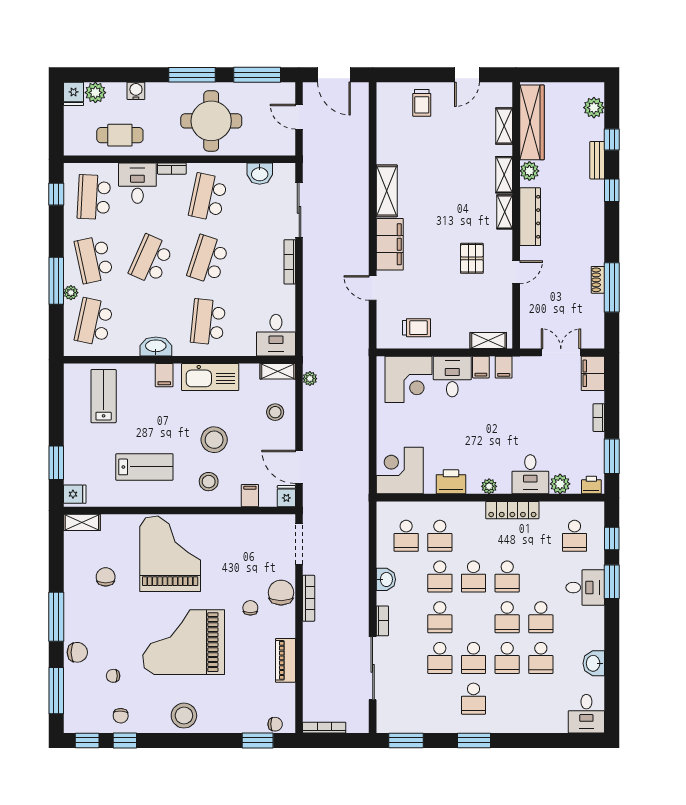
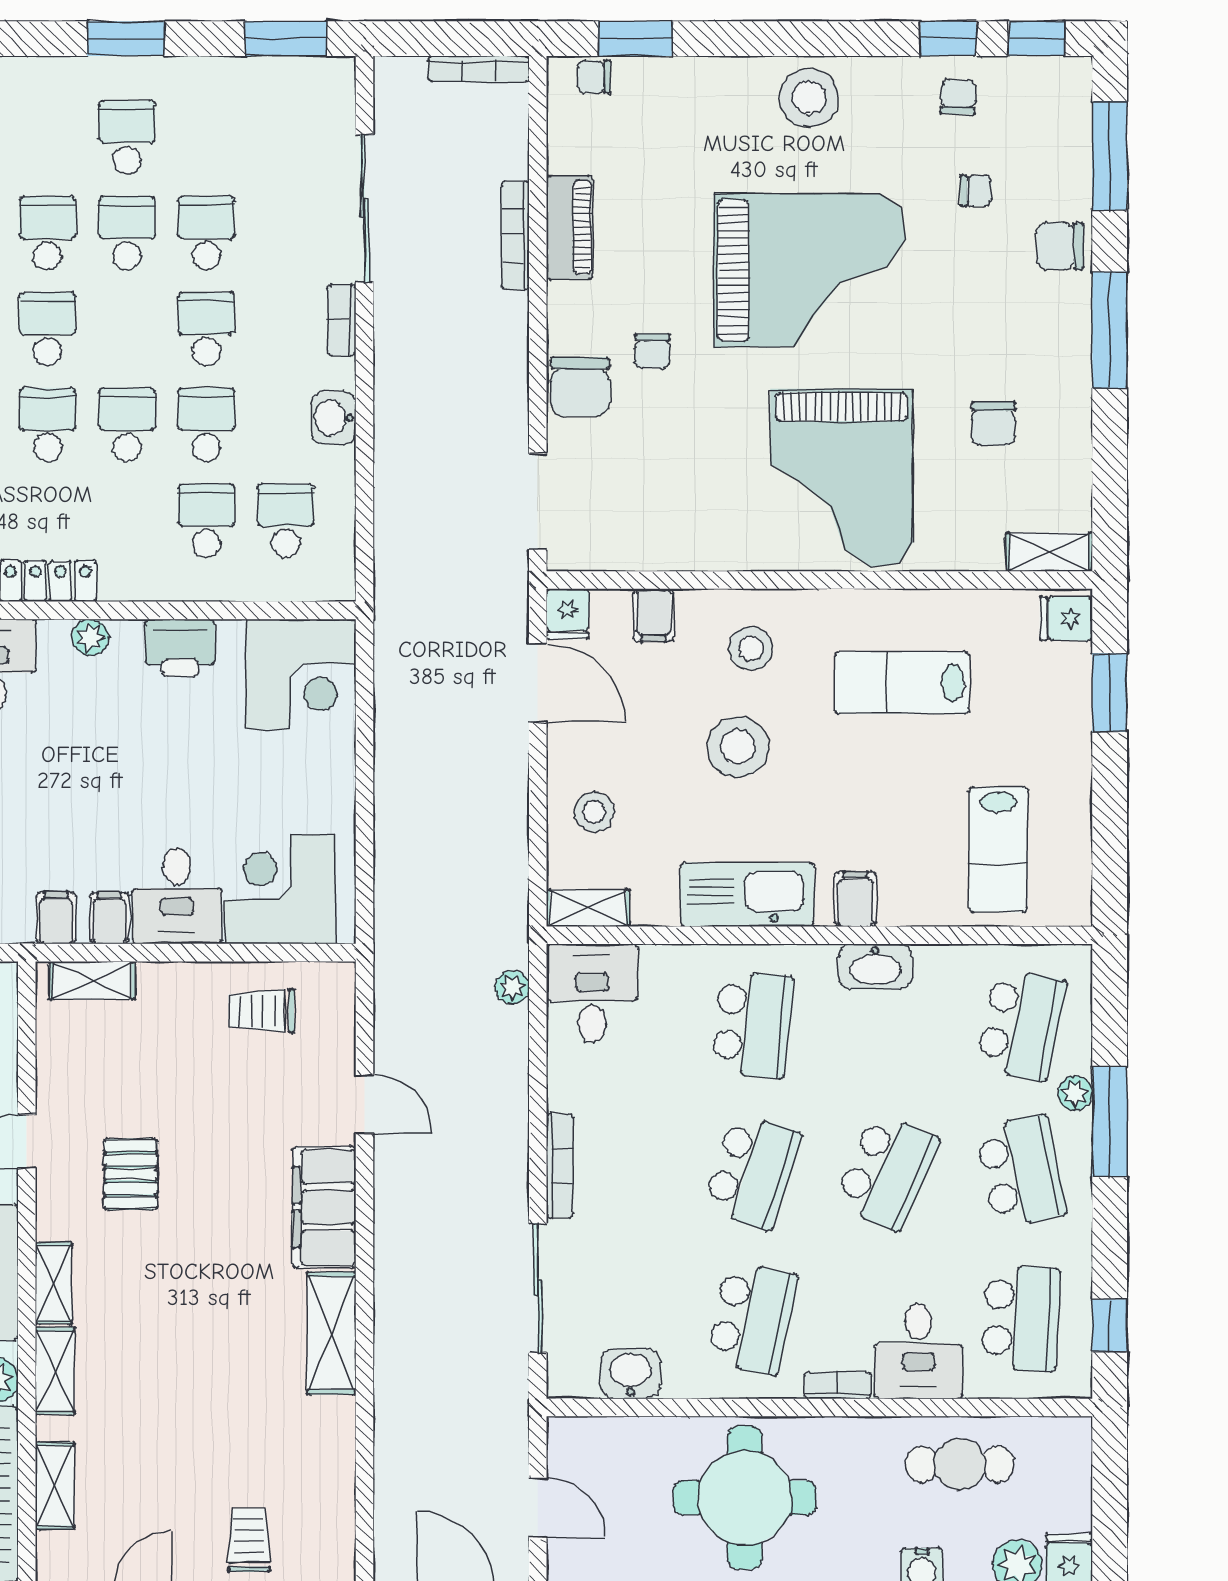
plant: (310, 379) -> (512, 987), moved
bookcase: (309, 598) -> (515, 235), moved

